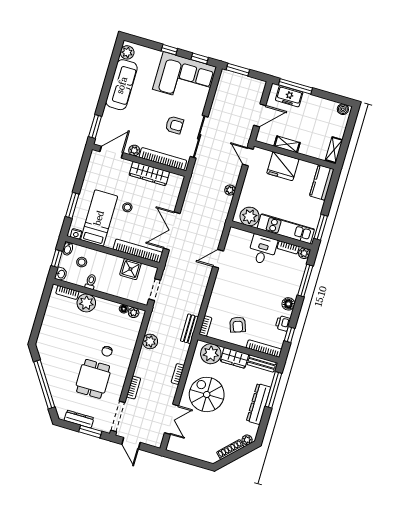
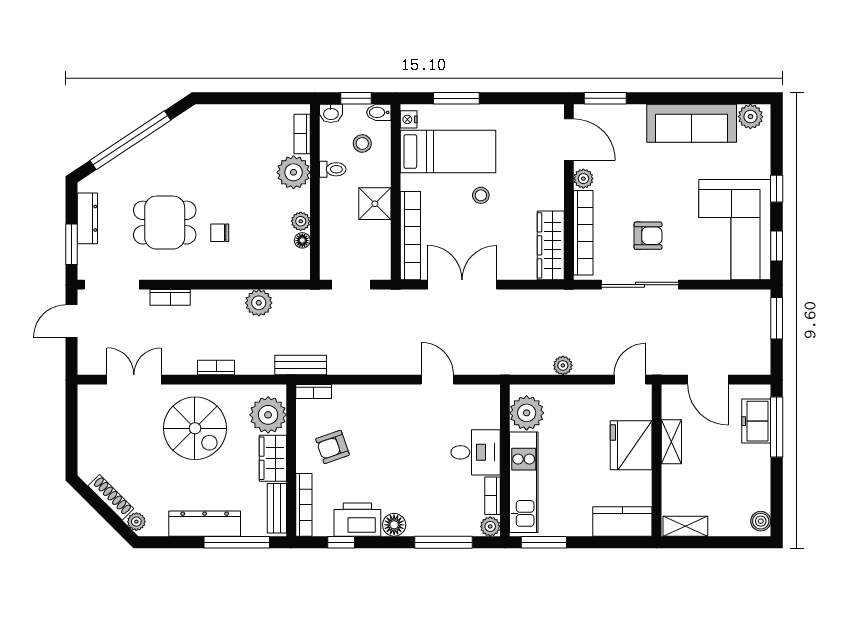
armchair: (174, 125) -> (648, 236), turned -90
wardrobe: (149, 174) -> (551, 245), moved
shower: (130, 269) -> (375, 204), moved
plant: (134, 313) -> (301, 221), moved
printer: (283, 323) -> (357, 520), width x1.87, depth x1.48
spiral stairs: (207, 394) -> (195, 428), turned 90
double door: (172, 419) -> (134, 380), swing flipped

